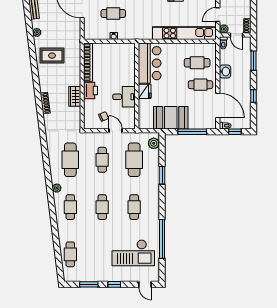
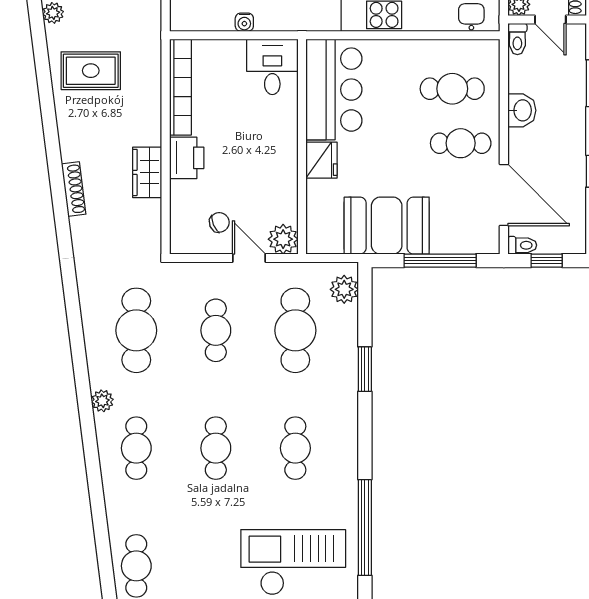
desk: (124, 97) -> (272, 67), moved, turned -90
plant: (129, 123) -> (283, 239), added
checkout: (133, 253) -> (293, 562), turned 180

